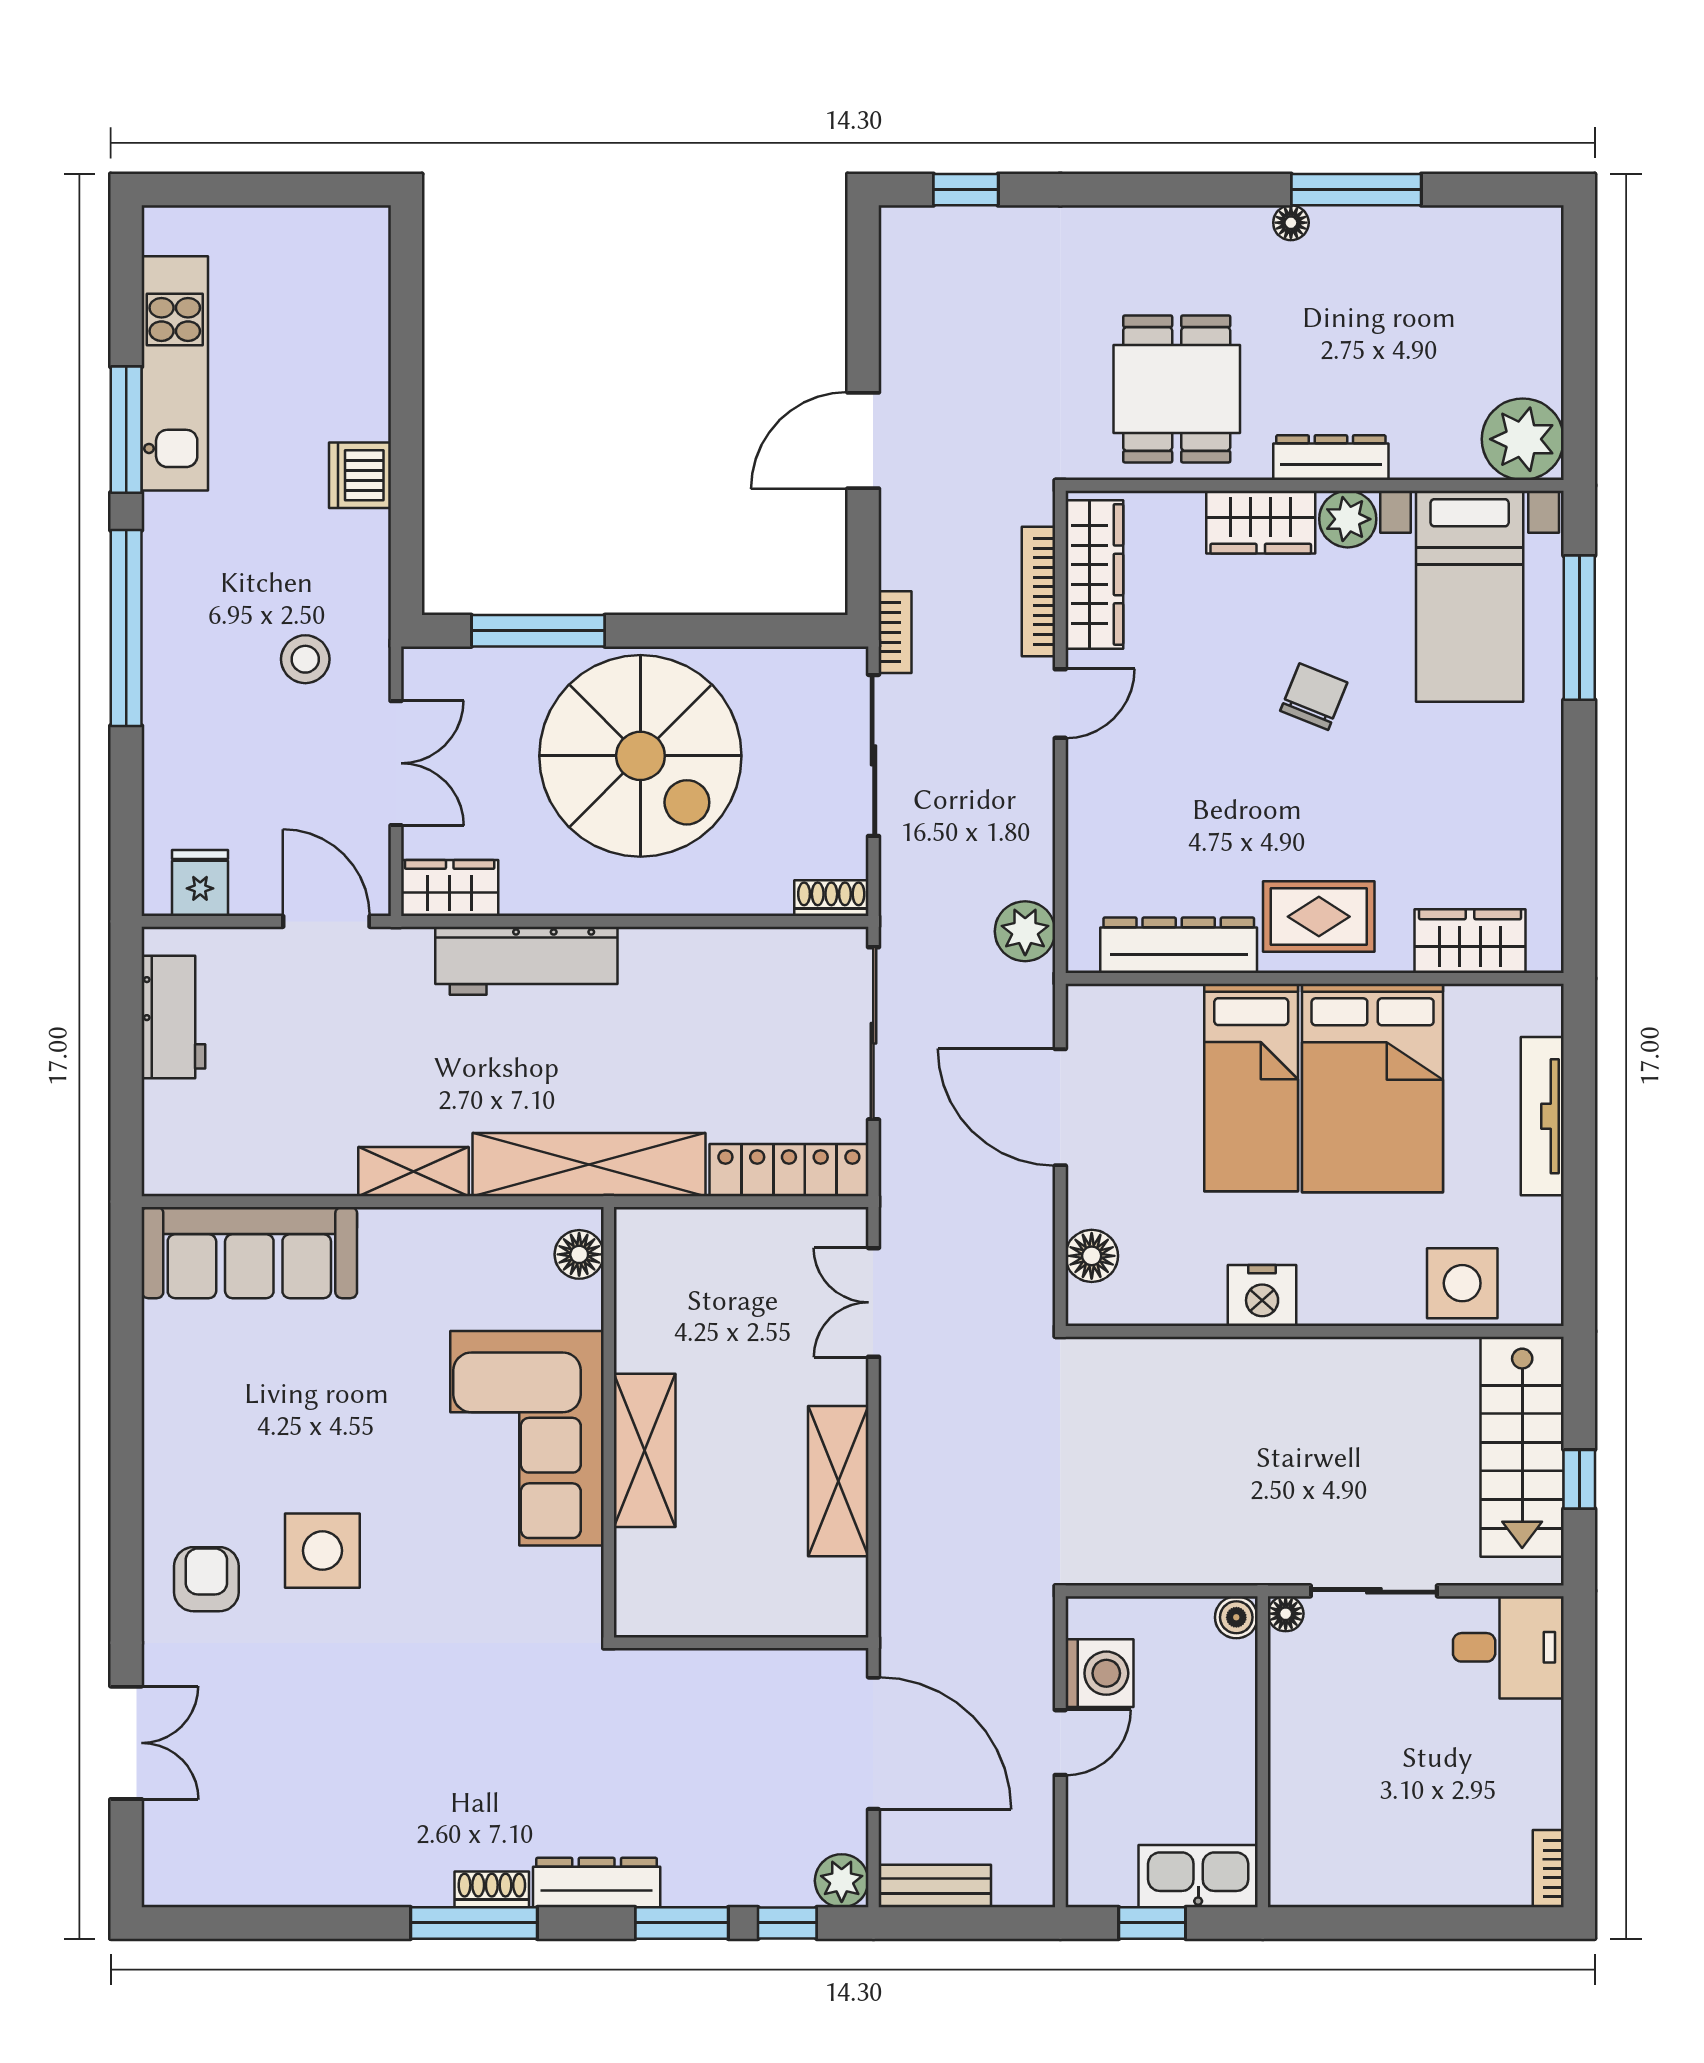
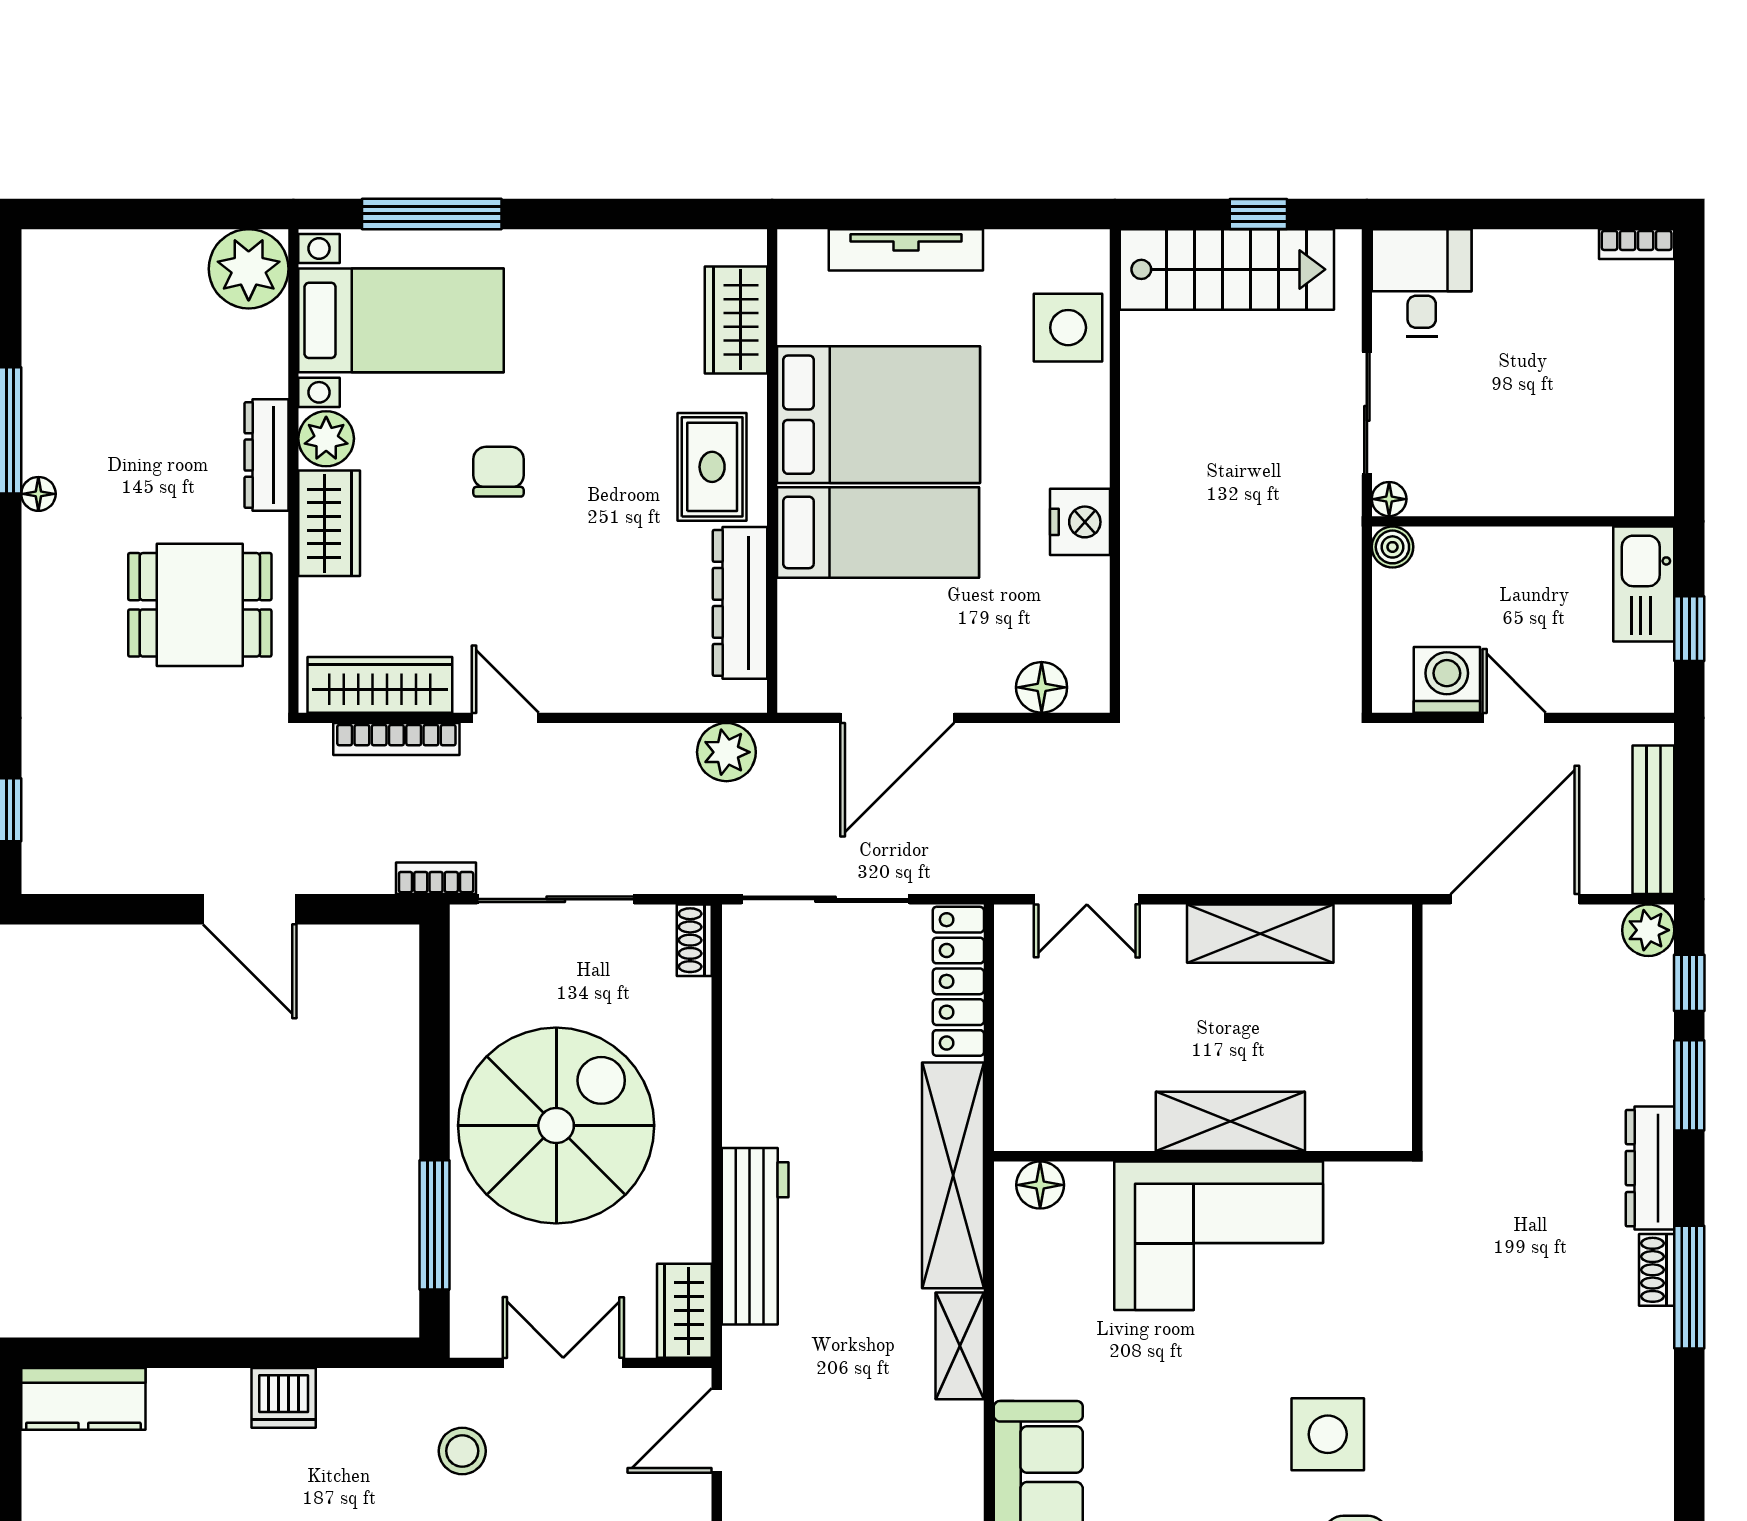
kitchen counter: (359, 269) -> (83, 1399), added
chair: (1314, 697) -> (499, 472), turned 68
bench: (935, 1886) -> (1653, 820), width x1.36

